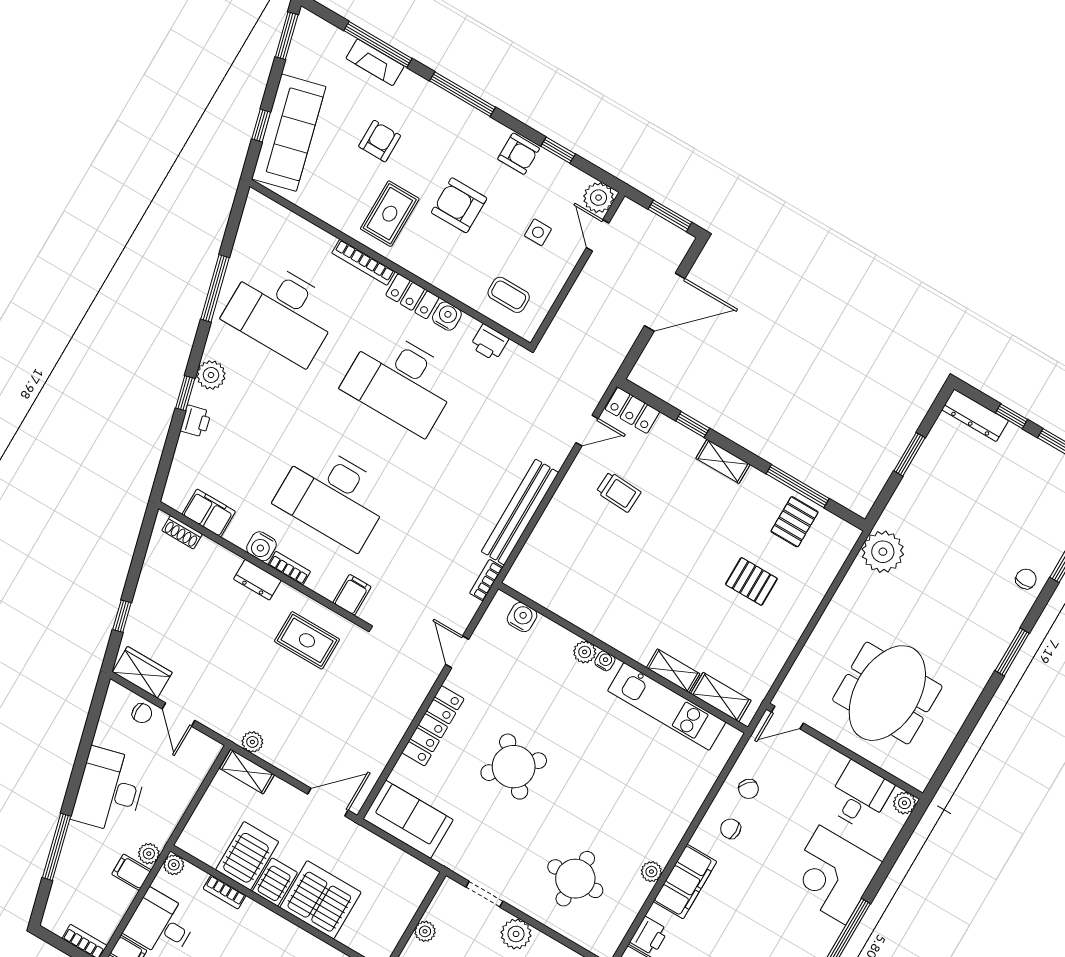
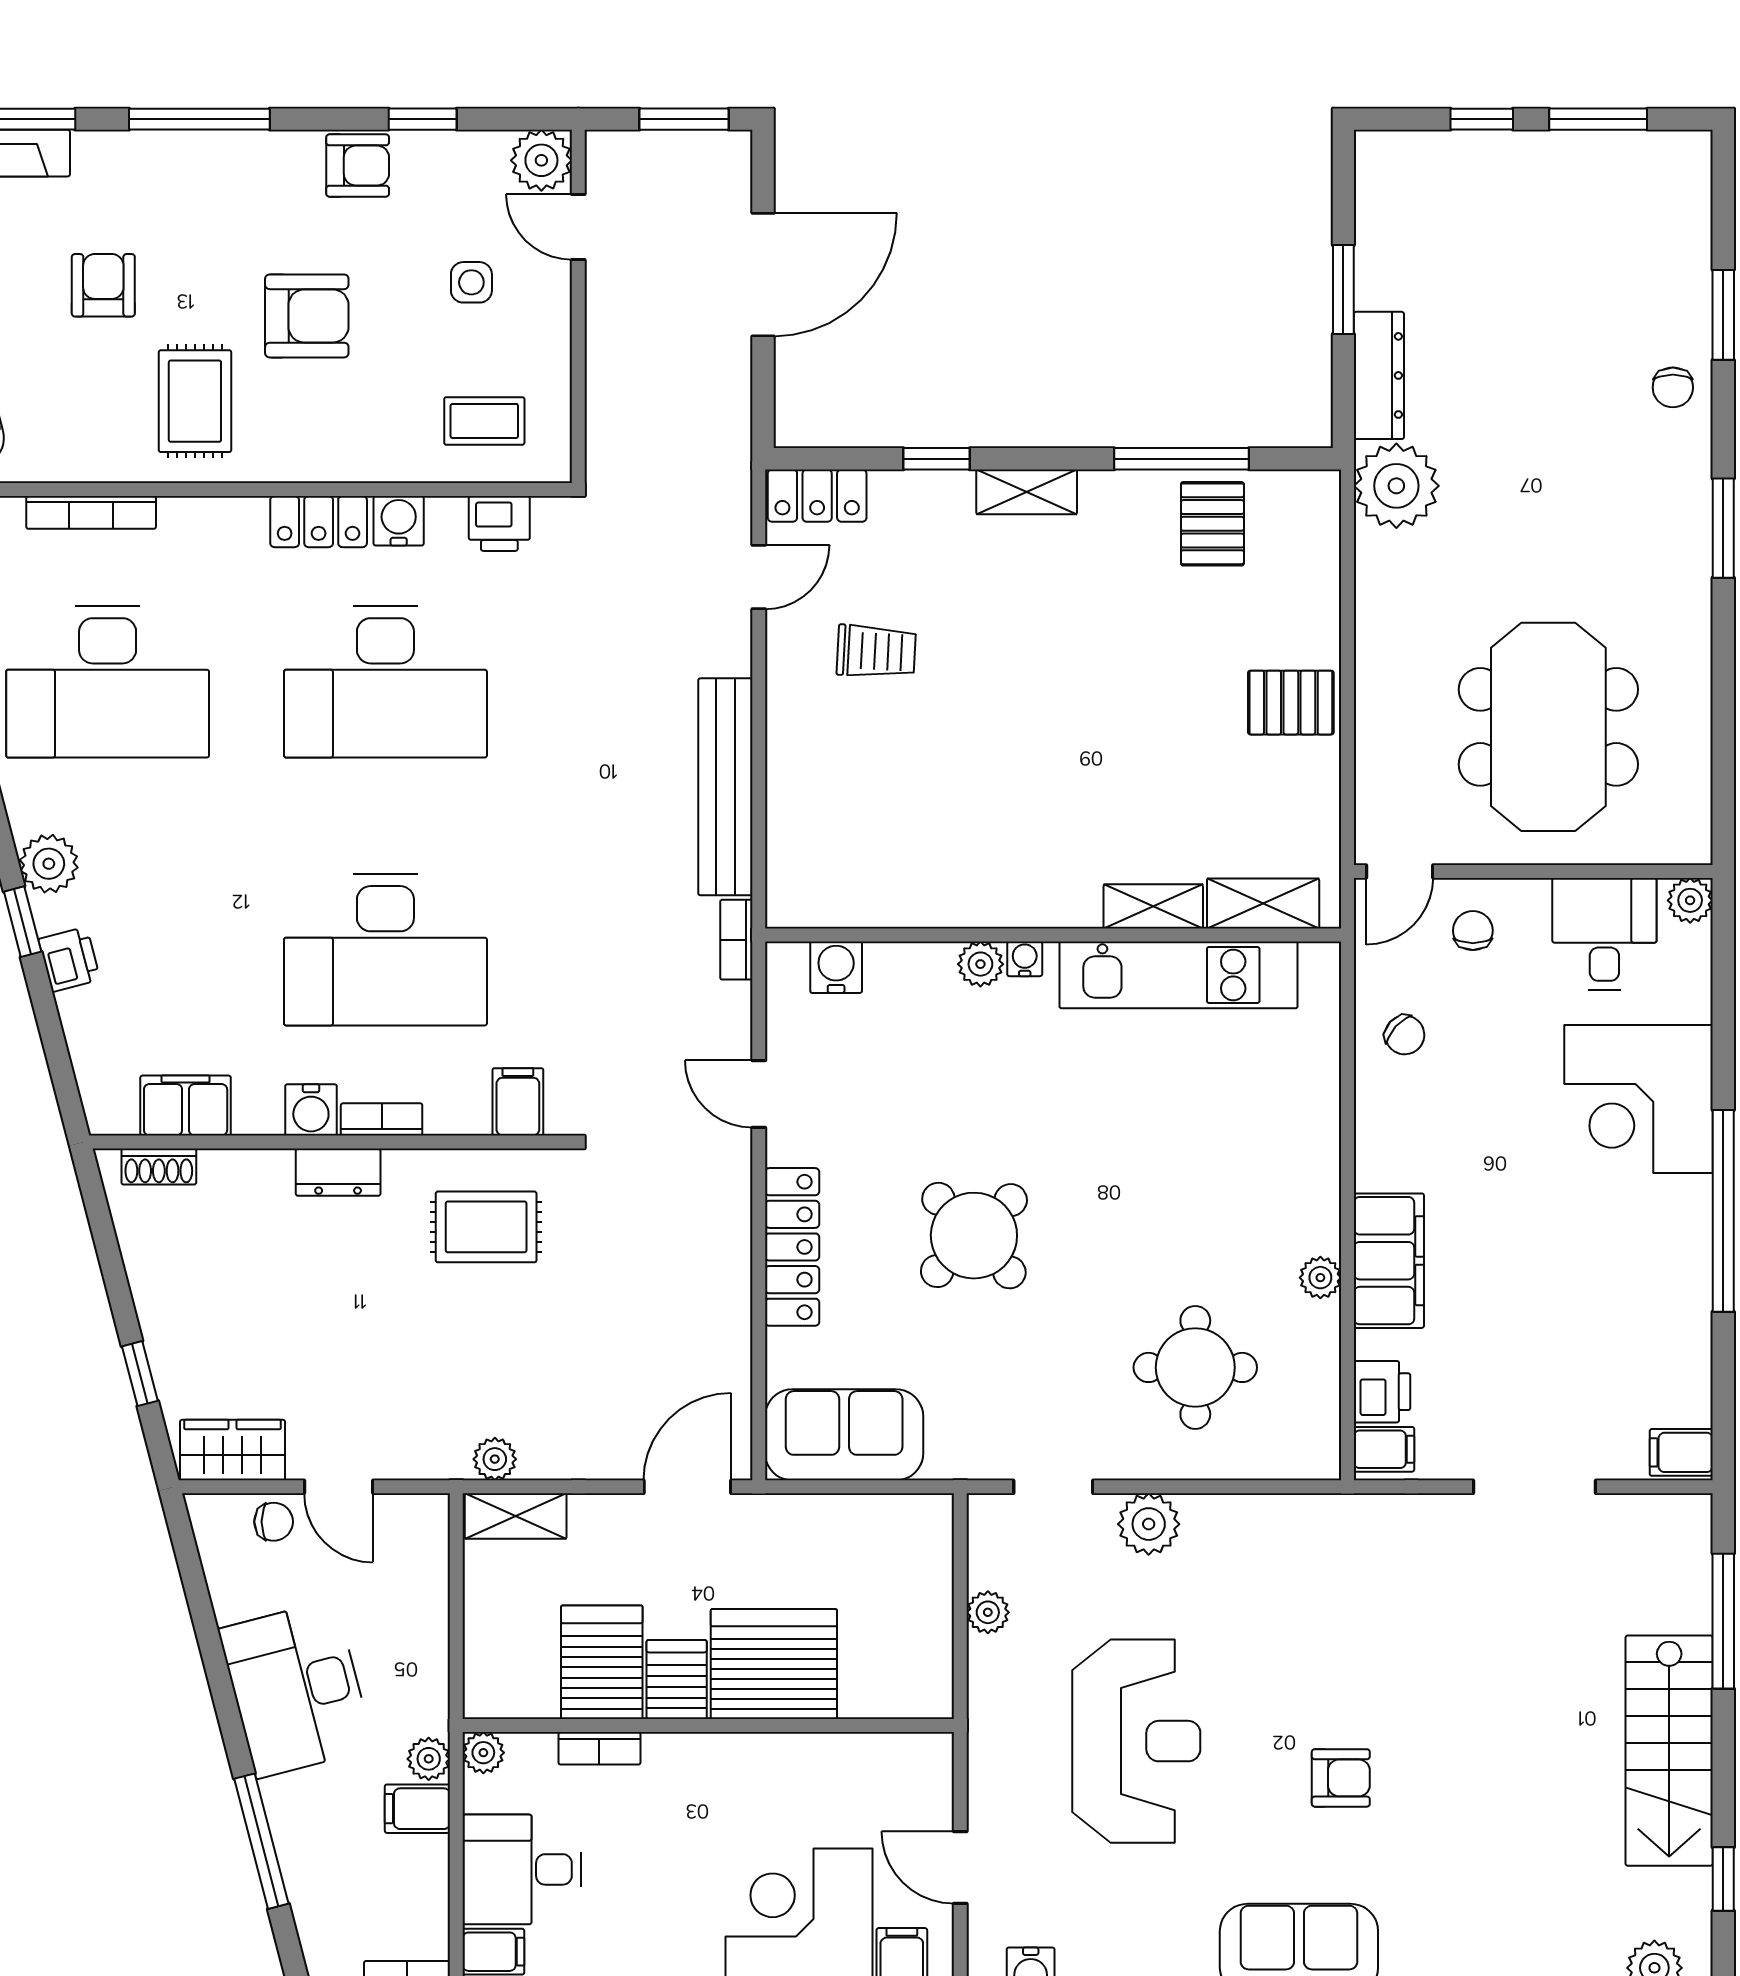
armchair: (459, 205) -> (307, 316), turned 180
bookcase: (363, 262) -> (91, 512), moved
dresser: (975, 415) -> (1379, 375), moved, turned -90
chair: (1026, 579) -> (1673, 387), turned 180
pallet: (751, 581) -> (1291, 703), moved
chair: (731, 829) -> (1473, 931), moved, turned 90

